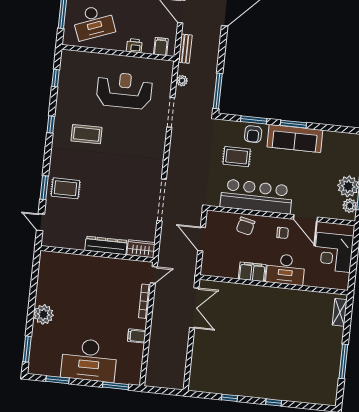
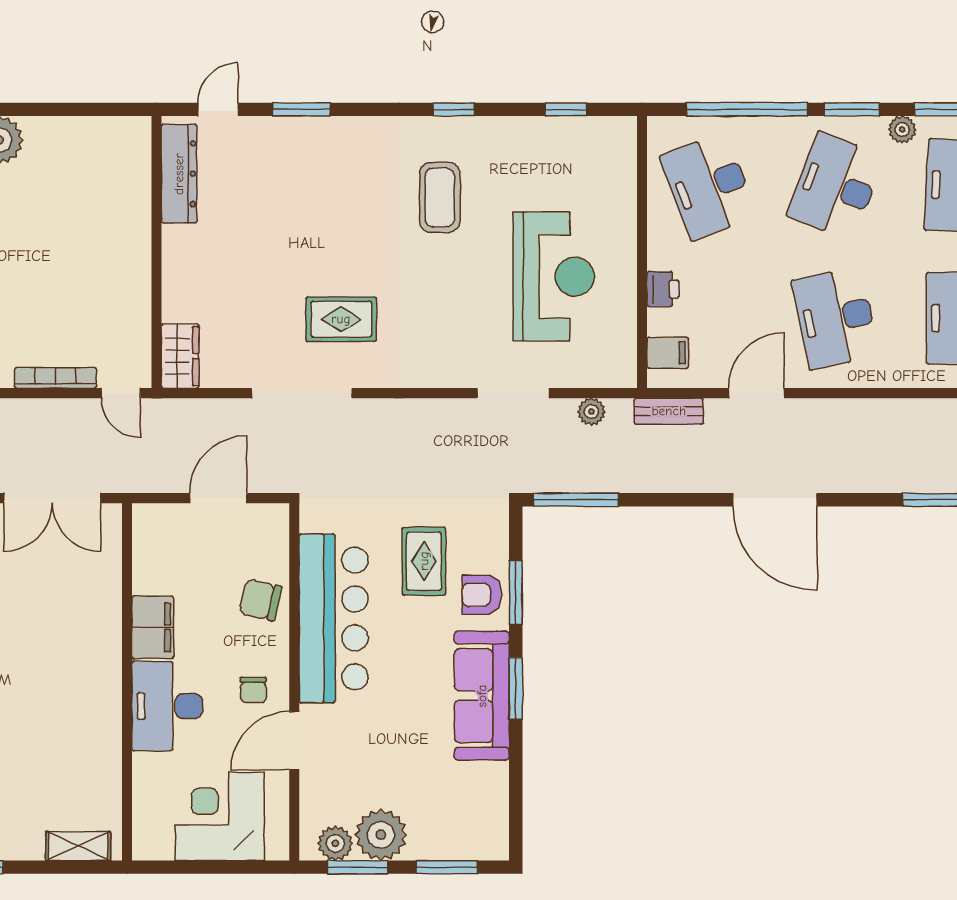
rug: (66, 188) -> (341, 319), moved, turned 90
dresser: (106, 245) -> (179, 174), moved

